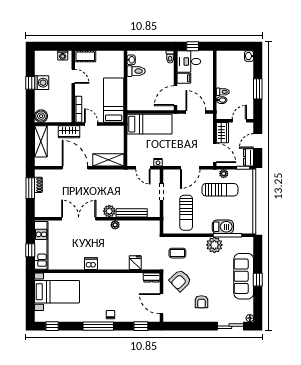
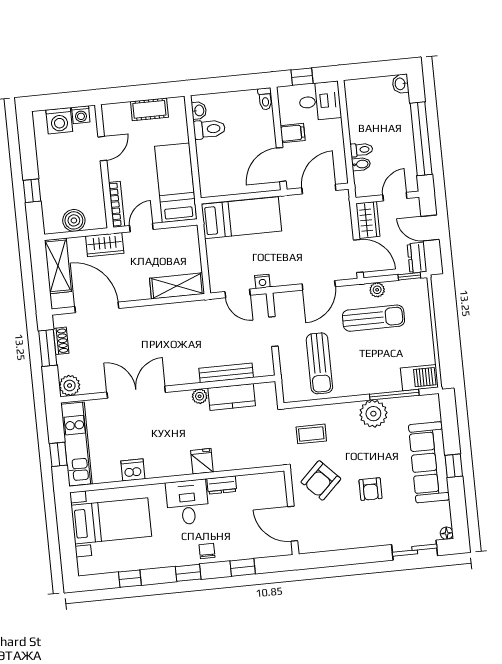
cot: (85, 56) -> (149, 109), moved
desk: (189, 61) -> (320, 101), moved, turned 180
door: (73, 76) -> (102, 149), hinge flipped
window: (30, 83) -> (32, 191), moved
washing machine: (42, 83) -> (59, 121), moved, turned 90
window: (258, 89) -> (421, 139), width x2.11
door: (196, 112) -> (319, 189), hinge flipped
boiler: (41, 116) -> (74, 220), moved
door: (91, 124) -> (141, 228), hinge flipped
door: (258, 141) -> (430, 228), hinge flipped
door: (75, 168) -> (97, 307), moved
plant: (109, 211) -> (70, 386), moved
kitchen counter: (133, 227) -> (232, 397), added
barbecue: (223, 227) -> (419, 378), moved
fridge: (135, 263) -> (202, 461), moved
dishwasher: (91, 264) -> (133, 470), moved
dresser: (152, 277) -> (222, 485), moved
desk: (102, 285) -> (187, 502), added
armchair: (201, 302) -> (371, 489), moved
window: (52, 326) -> (130, 579), moved
window: (98, 326) -> (188, 573), width x0.46
window: (141, 326) -> (243, 567), moved

